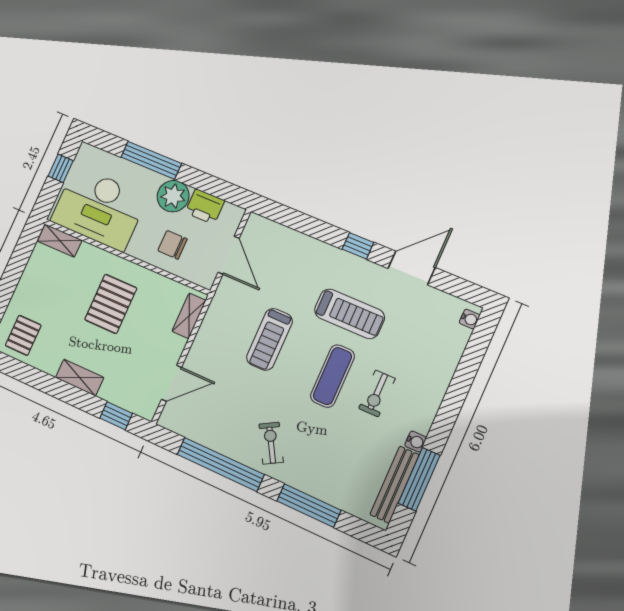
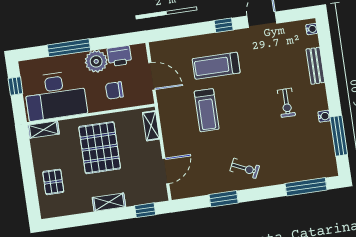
pallet: (111, 304) -> (100, 148), width x1.37, depth x1.41
treadmill: (349, 314) -> (216, 66), moved, turned 180
pallet: (23, 335) -> (53, 182), moved
exercise mat: (332, 376) -> (256, 109), removed
exercise bike: (271, 443) -> (245, 168), turned 145
window: (220, 464) -> (224, 199), width x0.47
bench: (395, 485) -> (315, 66), moved, width x0.73
window: (309, 506) -> (306, 187), moved

